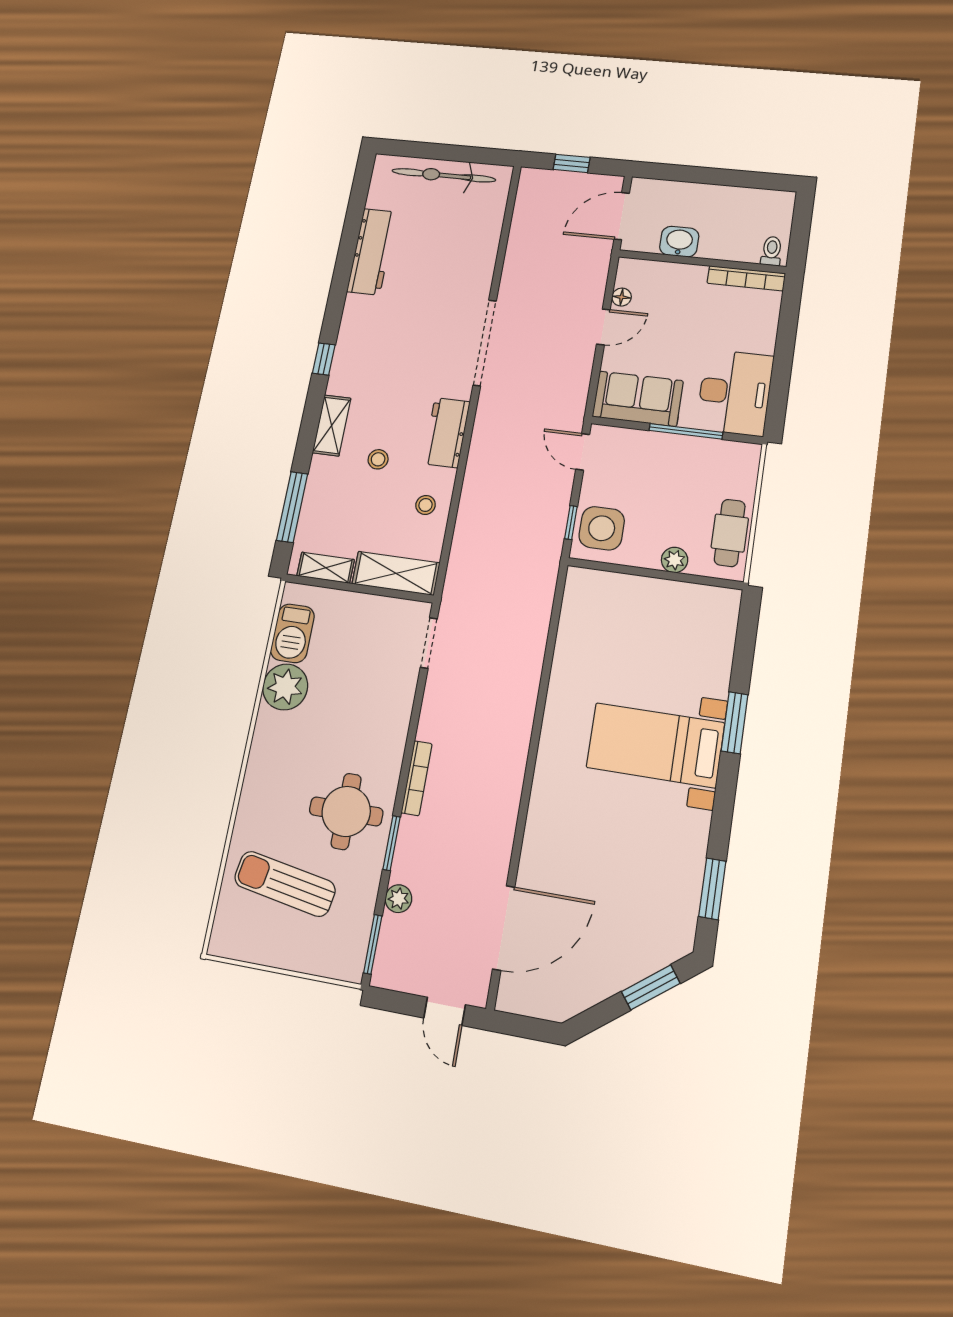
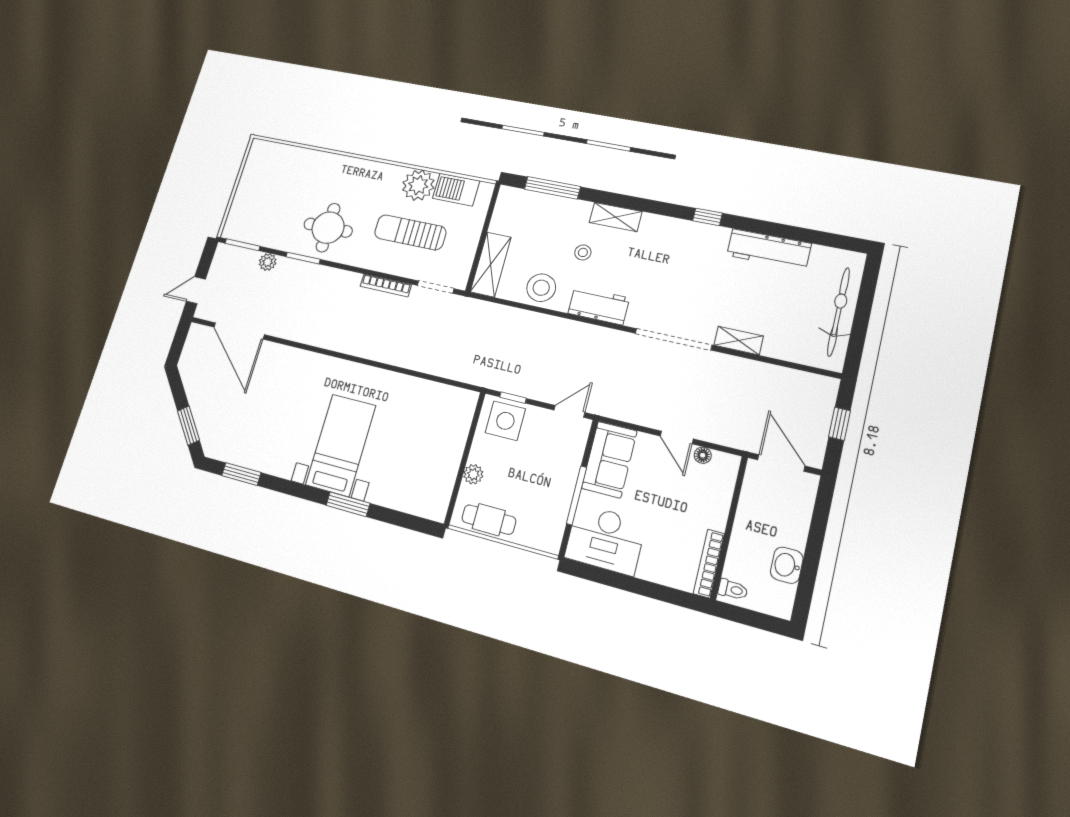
washbasin: (679, 242) -> (787, 565), moved, turned 180
window: (324, 359) -> (708, 217), moved
stool: (426, 505) -> (541, 288), width x1.89, depth x1.89
shelving: (326, 568) -> (739, 341), moved, turned 90
bookcase: (417, 778) -> (386, 285), moved
sun lounger: (285, 884) -> (410, 232), moved, turned -100

